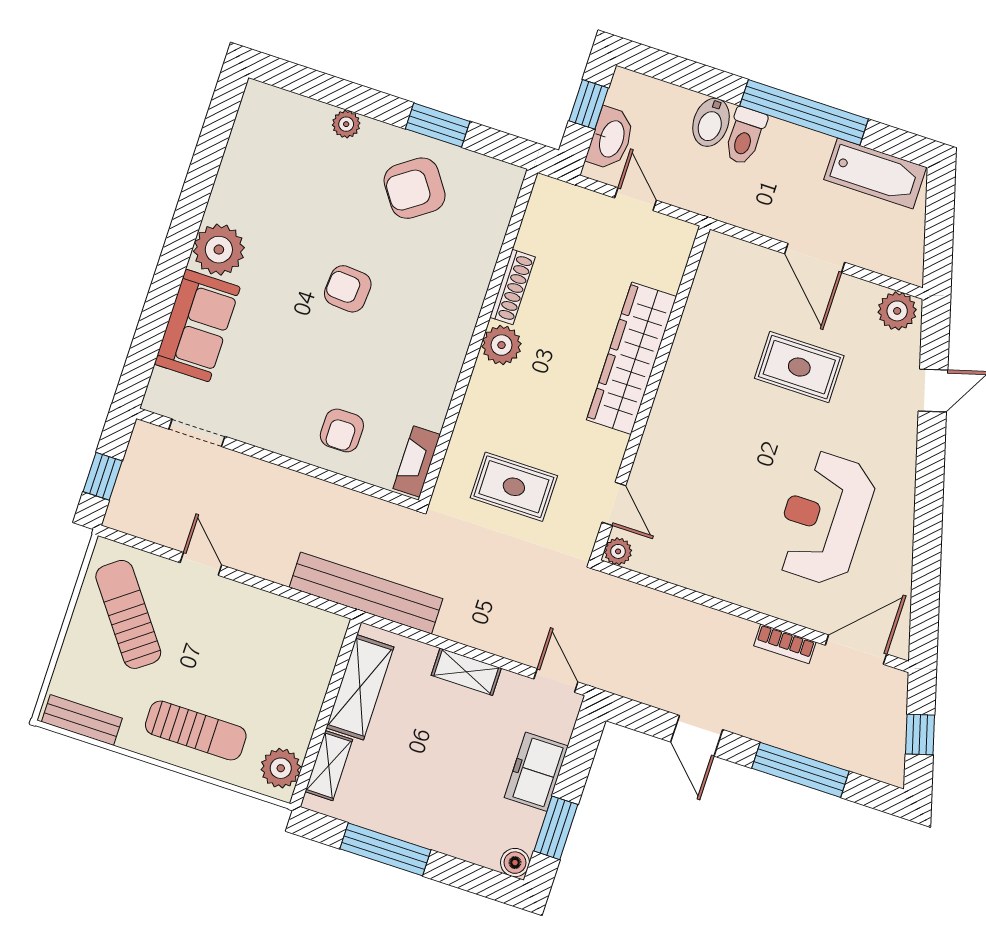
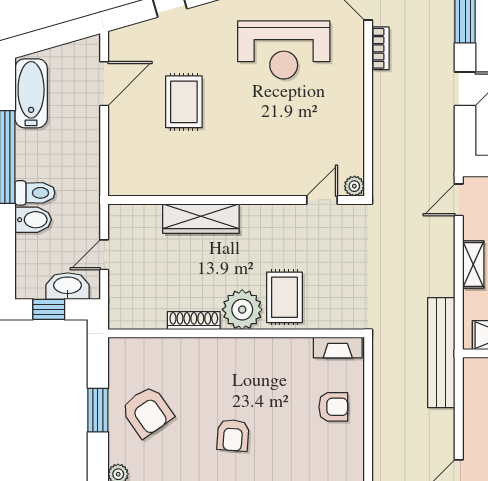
door: (815, 258) -> (104, 84), moved
plant: (897, 311) -> (122, 46), removed
plant: (502, 345) -> (242, 310), width x1.36, depth x1.36
wardrobe: (631, 358) -> (201, 219), width x0.71, depth x0.85
rug: (514, 487) -> (284, 297), moved

